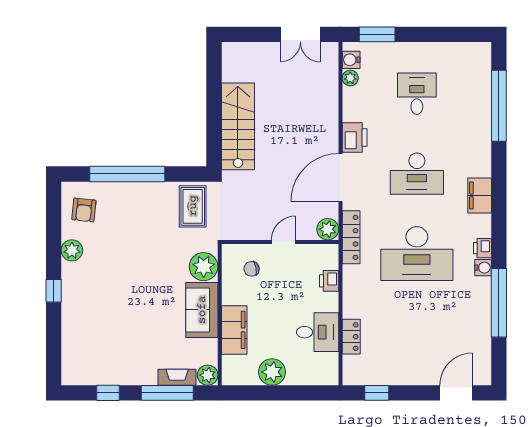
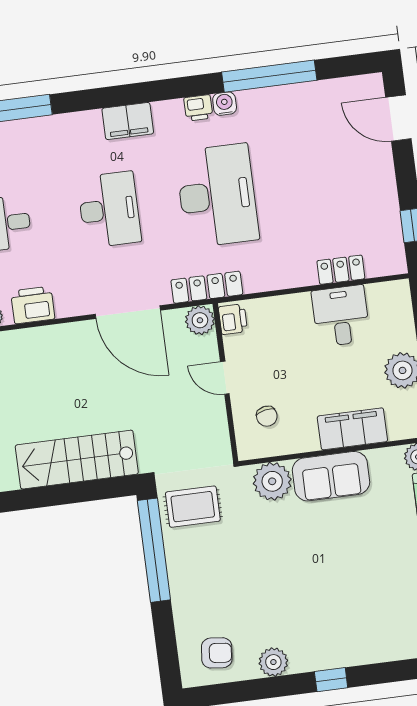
printer: (355, 137) -> (33, 305), moved
window: (127, 174) -> (154, 550), moved
printer: (329, 281) -> (233, 319), moved, turned -90

